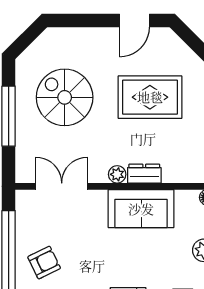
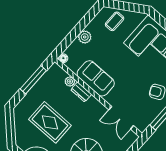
plant: (117, 174) -> (70, 81), moved

